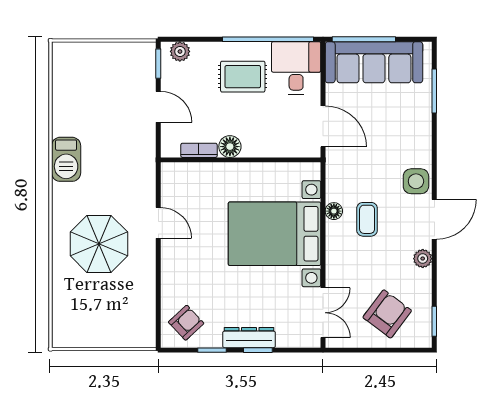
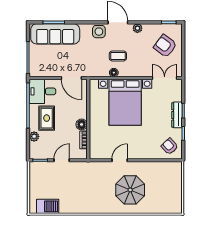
plant: (180, 51) -> (34, 136), moved
sofa: (374, 62) -> (55, 34), moved, turned 90
door: (323, 126) -> (71, 78), swing flipped
barbecue: (66, 159) -> (48, 206), moved

